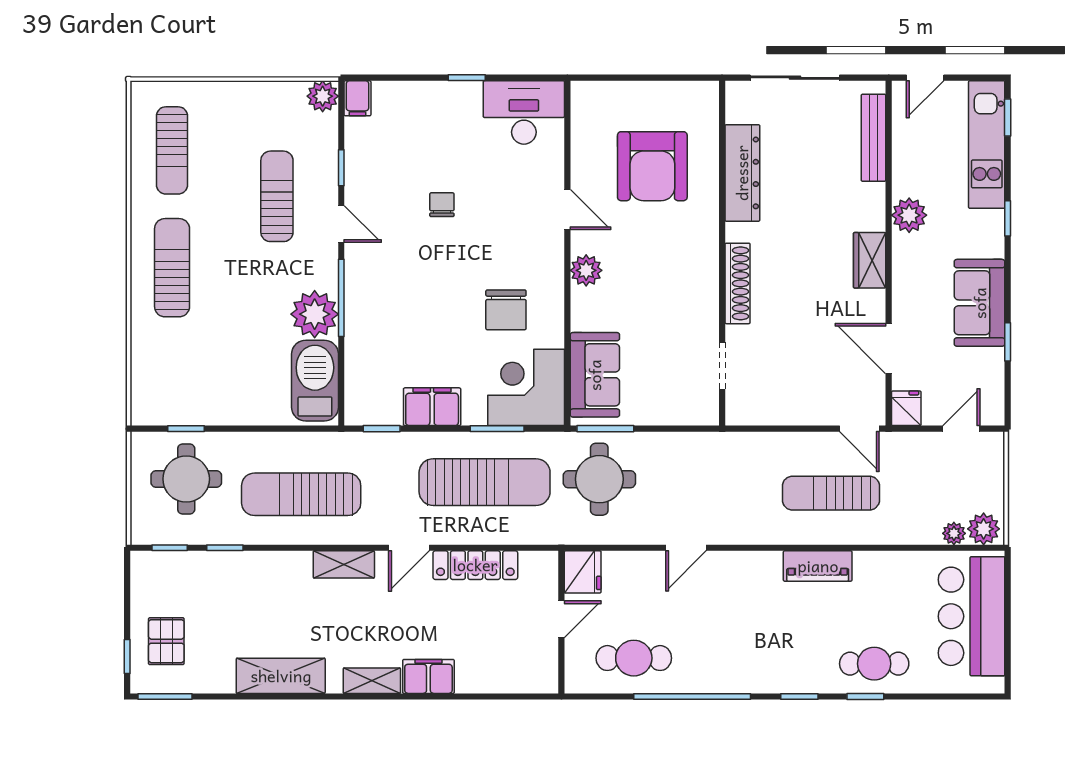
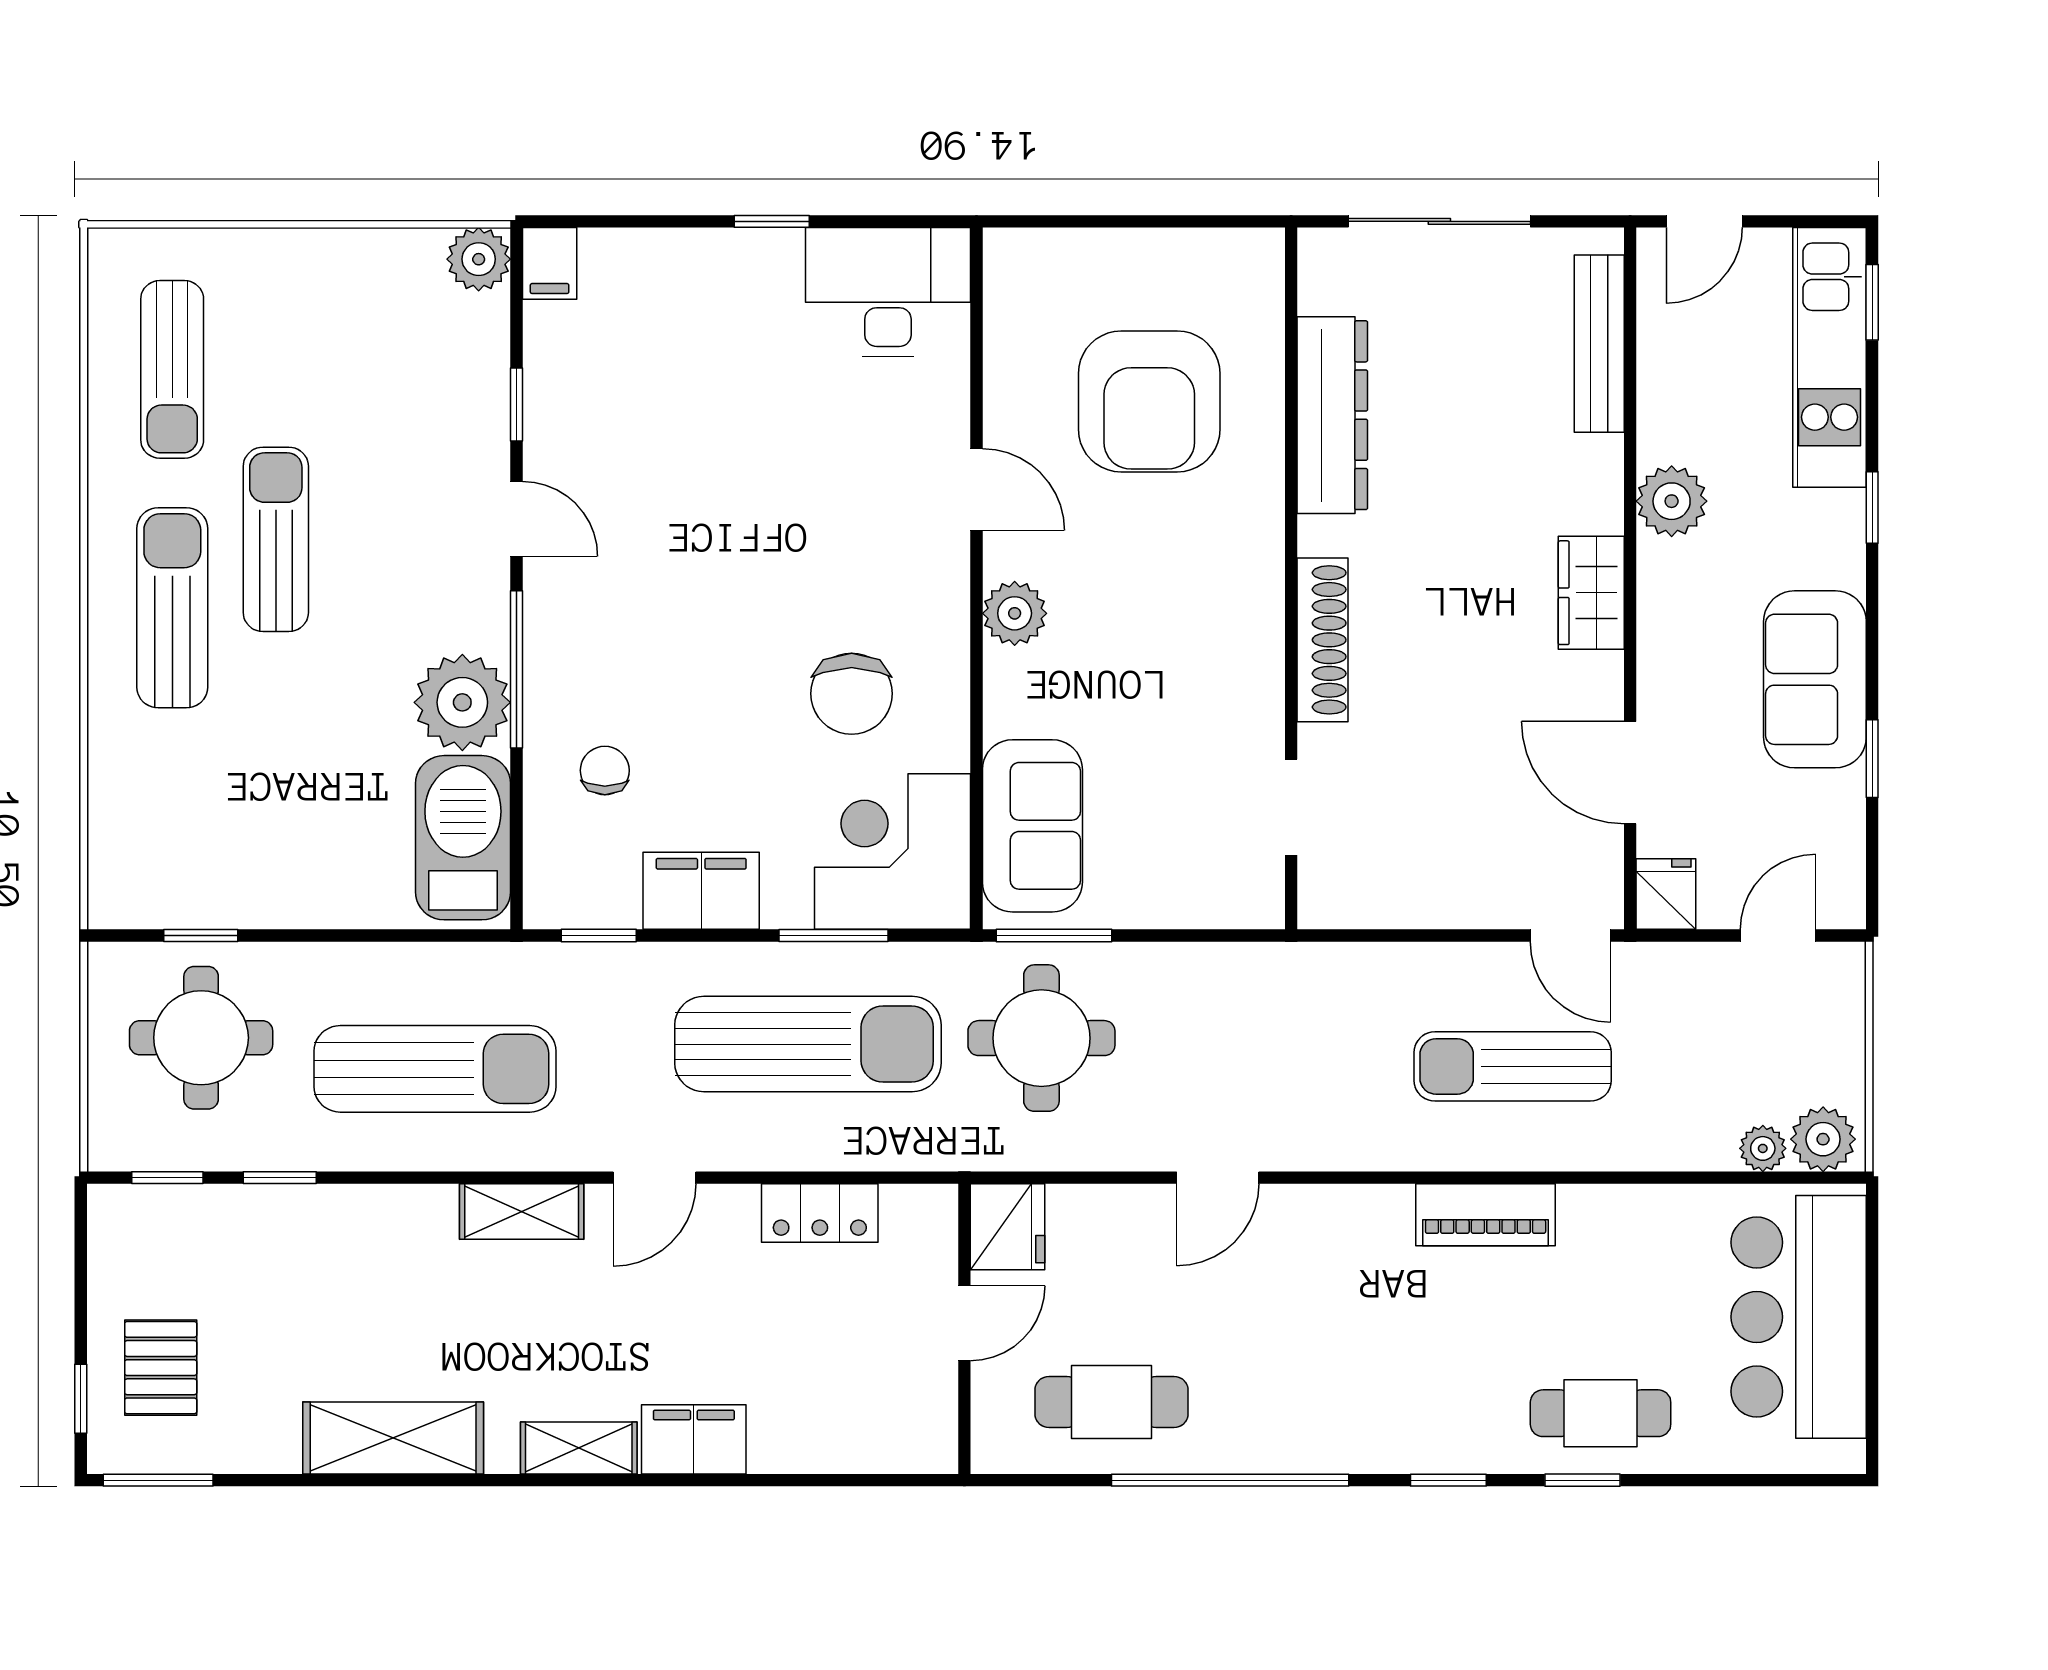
sun lounger: (277, 196) -> (276, 539), moved
chair: (442, 205) -> (605, 770), moved
sun lounger: (301, 494) -> (435, 1069), turned 180
locker: (475, 565) -> (820, 1213), width x0.66

